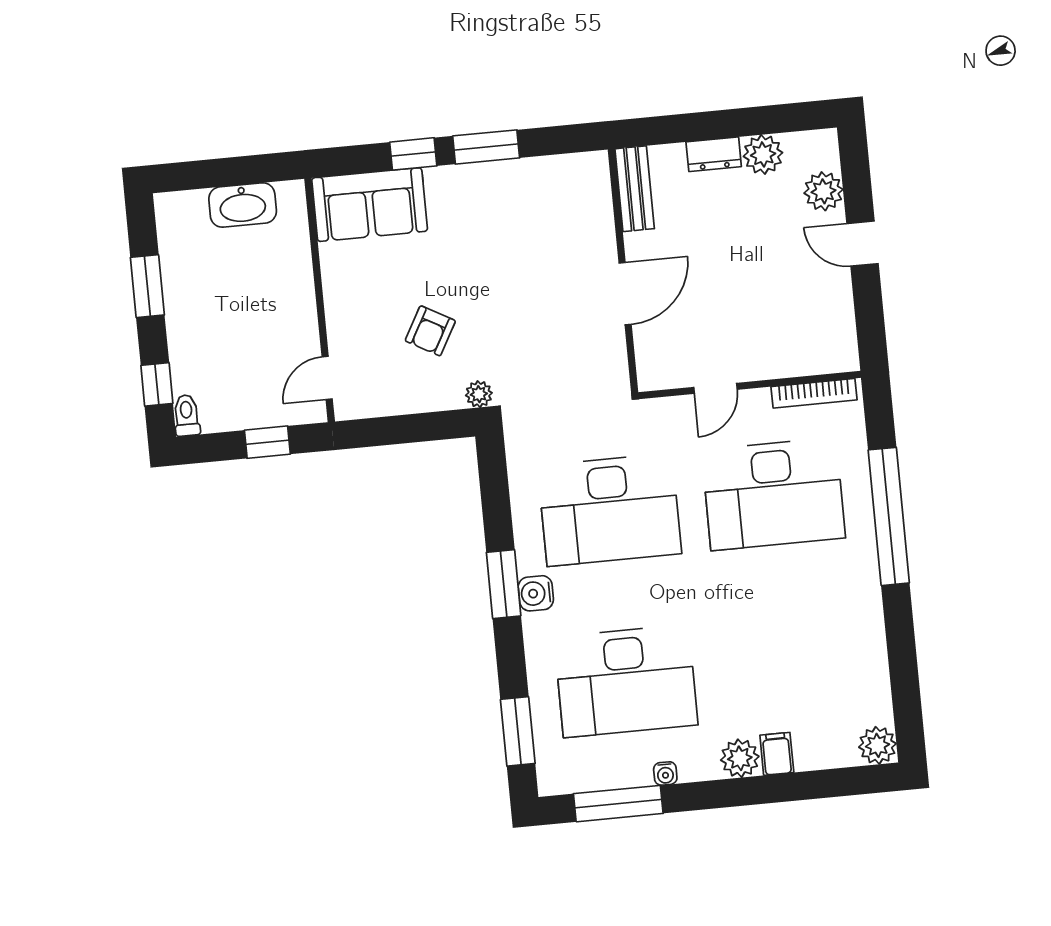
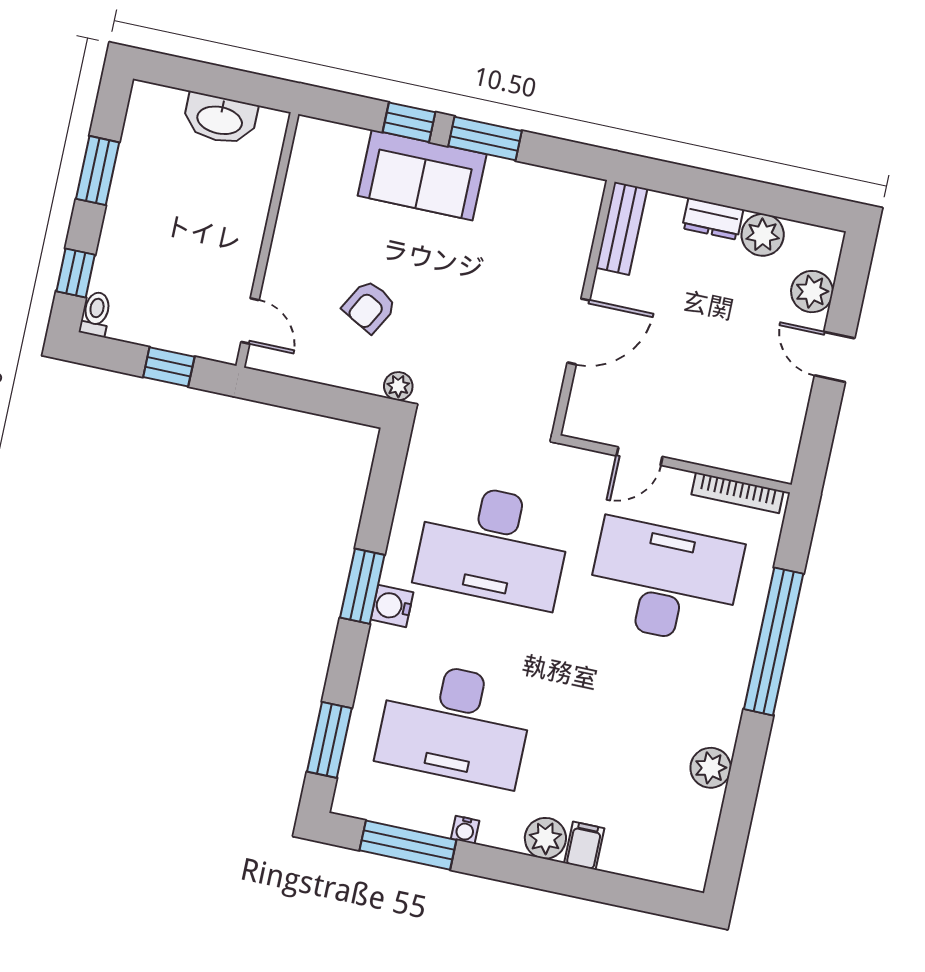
sofa: (370, 205) -> (422, 175), moved
door: (327, 378) -> (250, 321), swing flipped
desk: (774, 494) -> (664, 582), turned 180
plant: (878, 745) -> (711, 768), moved

